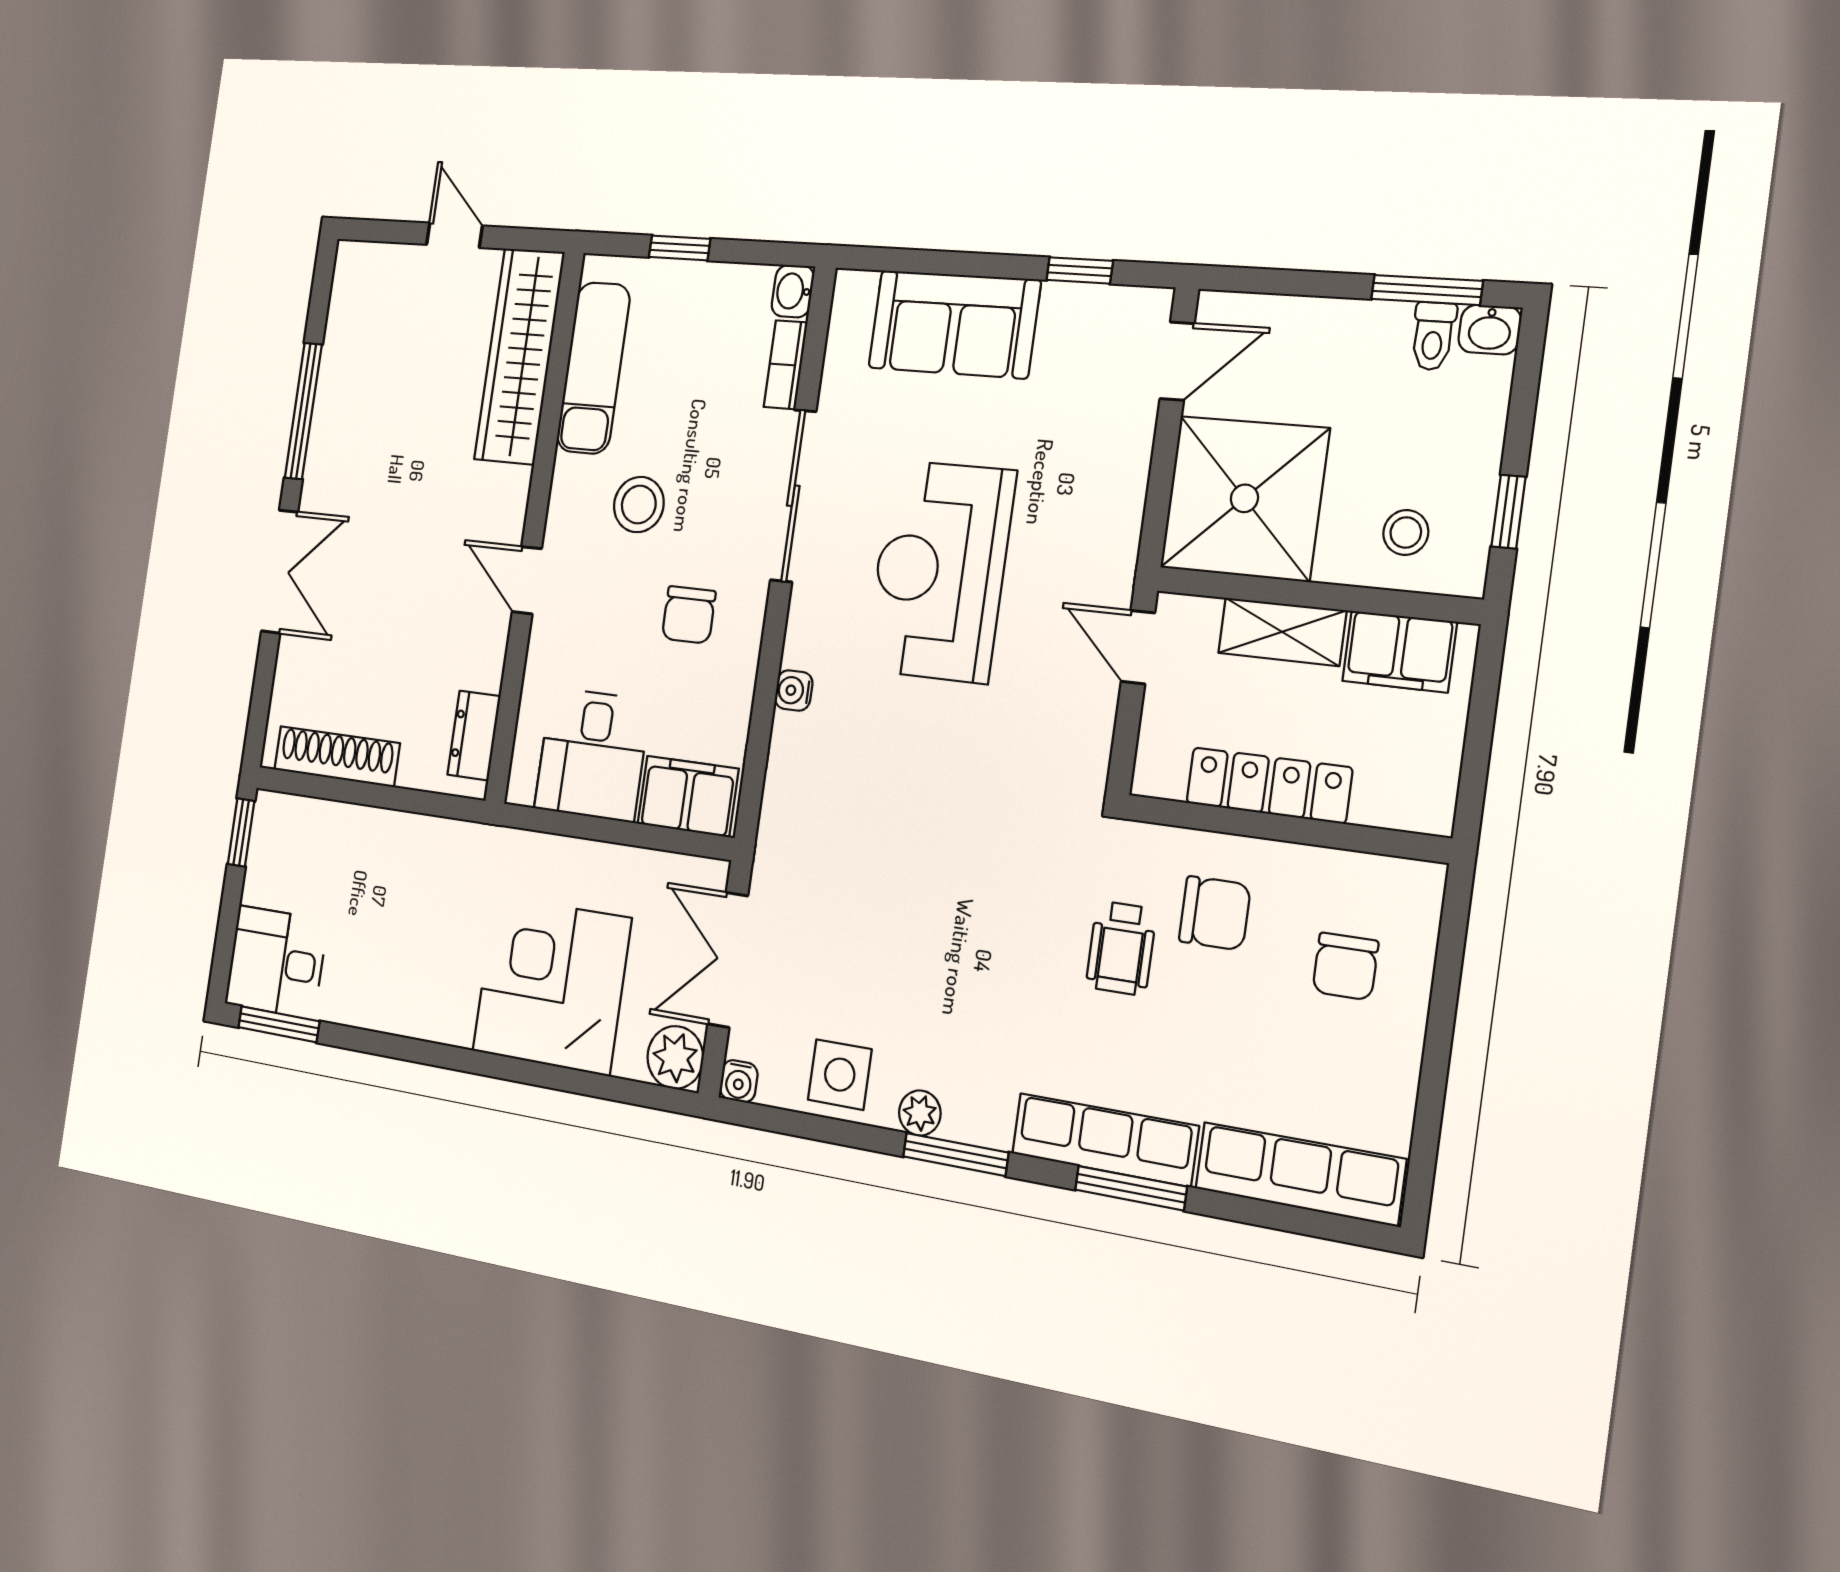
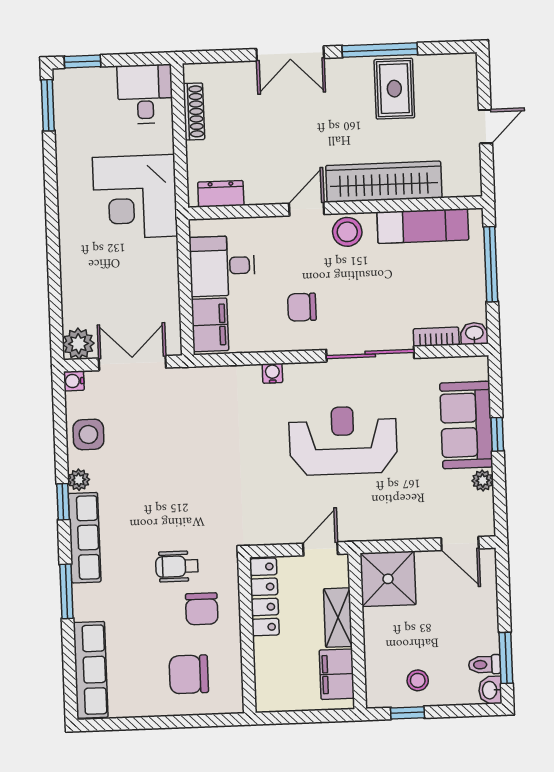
window: (680, 248) -> (491, 264), width x2.17
window: (1080, 270) -> (497, 434), moved
plant: (1063, 303) -> (483, 481), added
wardrobe: (519, 356) -> (384, 182), moved
rug: (366, 393) -> (394, 89), added
shower: (1244, 498) -> (388, 579), width x0.73, depth x0.73
stool: (639, 505) -> (347, 232), moved
stool: (1406, 532) -> (418, 680), moved
shoe rack: (337, 756) -> (194, 112), width x0.74, depth x0.81
locker: (1269, 785) -> (264, 597), moved
window: (241, 832) -> (82, 62), moved
desk: (276, 962) -> (145, 94), moved
chair: (1345, 966) -> (189, 674), width x1.37, depth x1.37
corner desk: (552, 985) -> (135, 197), moved, turned 180
row of seats: (1105, 1140) -> (85, 538), moved
window: (956, 1154) -> (63, 502), width x0.67

